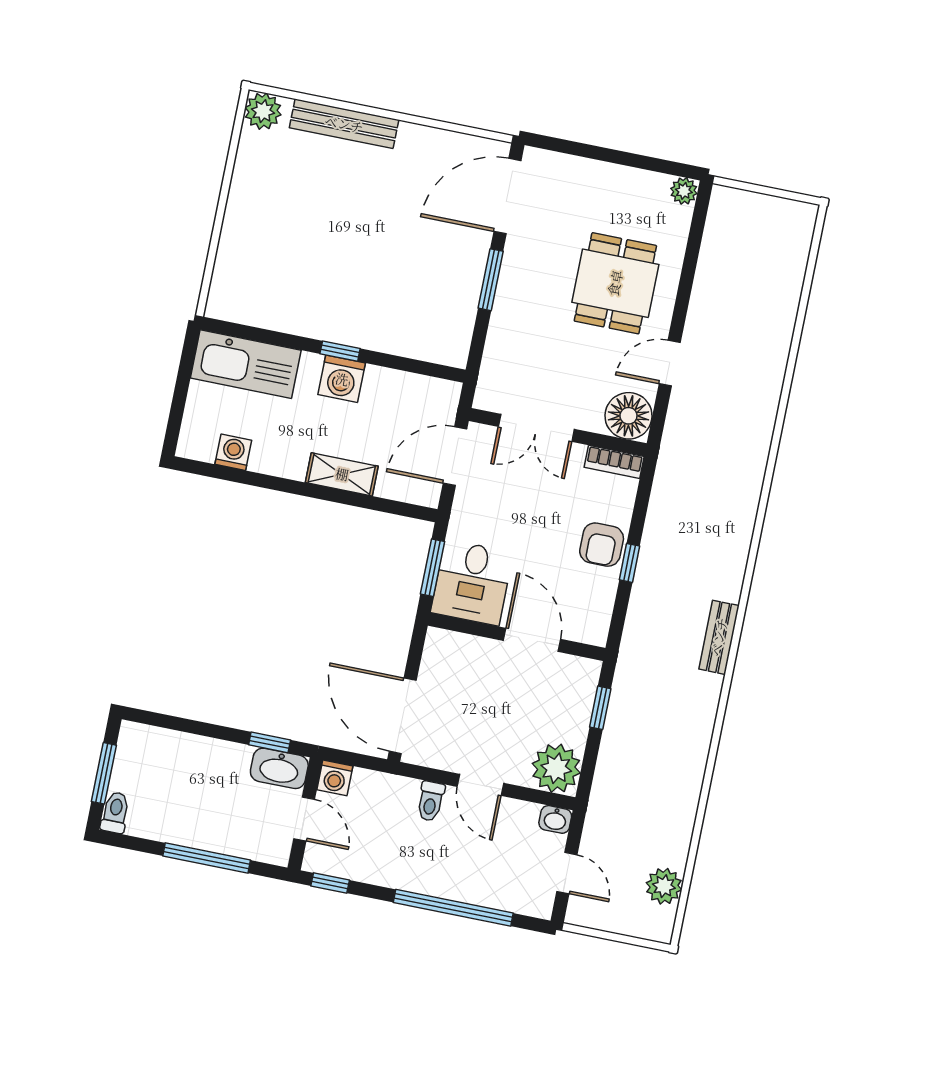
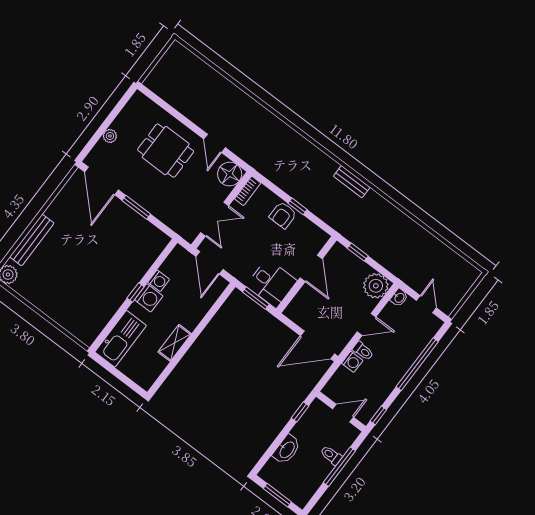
plant: (684, 191) -> (110, 136), moved
washing machine: (233, 452) -> (159, 281), moved, turned 180
shelving: (342, 474) -> (175, 343), moved
armchair: (602, 545) -> (283, 215), turned 90
door: (532, 640) -> (311, 268), swing flipped
washbasin: (279, 768) -> (287, 450), moved
washing machine: (335, 778) -> (352, 362), moved
toilet: (115, 813) -> (331, 455), moved
door: (567, 873) -> (426, 304), hinge flipped
plant: (664, 886) -> (454, 262), removed

